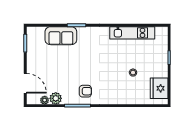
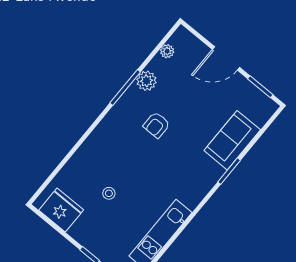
door: (25, 83) -> (226, 58), moved
armchair: (85, 91) -> (156, 125), moved
plant: (56, 98) -> (146, 81), moved

